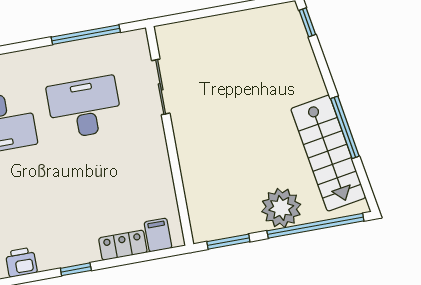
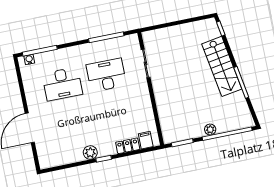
stairs: (328, 153) -> (222, 66), moved
plant: (281, 208) -> (210, 129), width x0.53, depth x0.53
plant: (50, 257) -> (90, 153), added
printer: (21, 262) -> (75, 156), removed

